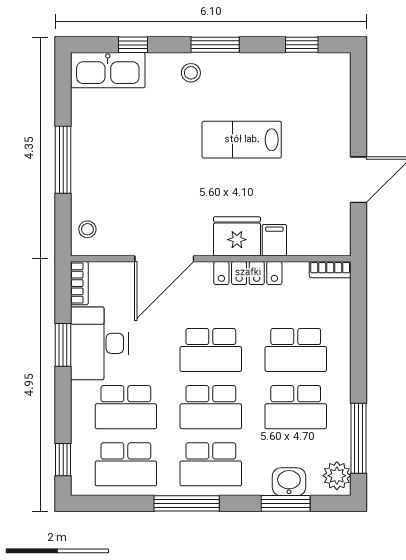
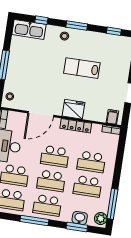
filing cabinet: (274, 240) -> (112, 117), moved

